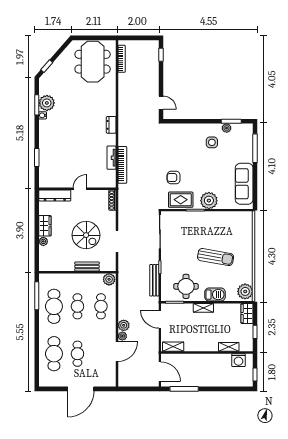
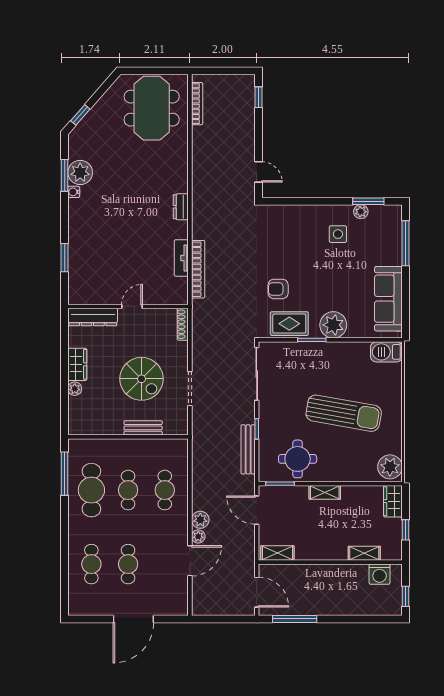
sun lounger: (216, 257) -> (344, 413), width x1.36, depth x1.34
plant: (109, 279) -> (177, 448), removed
barbecue: (215, 295) -> (386, 352), moved, turned 180
cafe table: (54, 354) -> (91, 564), width x0.73, depth x0.74

